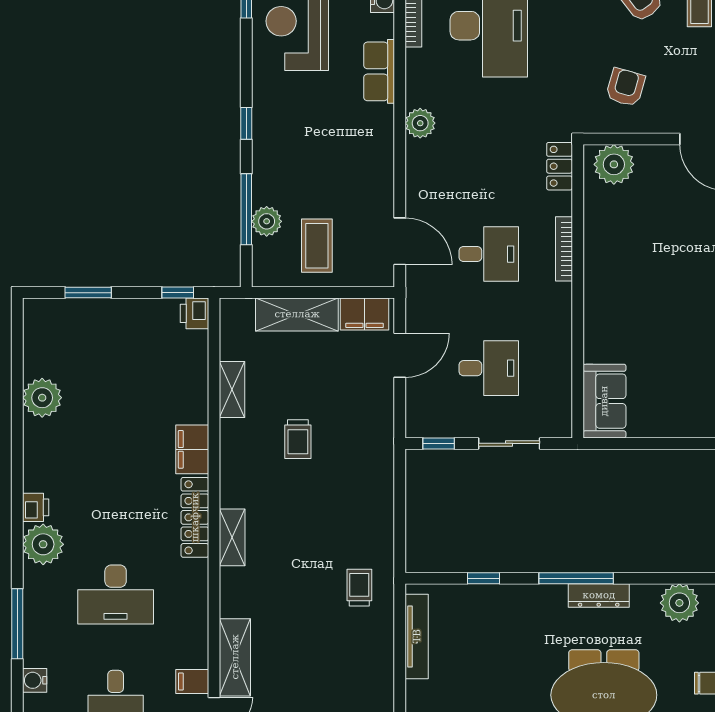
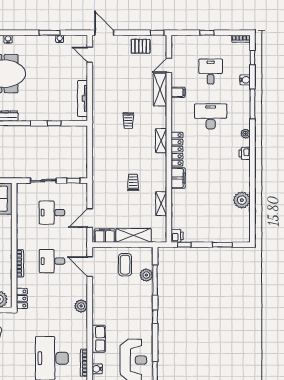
plant: (420, 123) -> (81, 306), moved
plant: (43, 544) -> (246, 134), width x0.53, depth x0.53
trolley: (359, 588) -> (128, 121), moved
filing cabinet: (192, 682) -> (178, 92), moved

